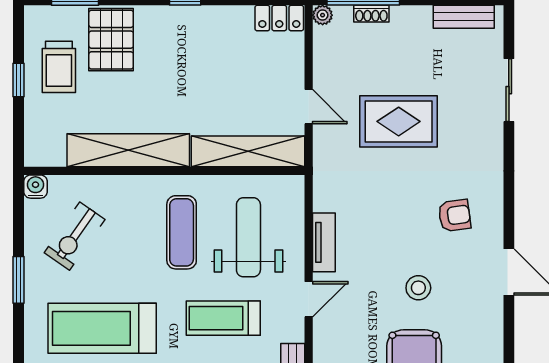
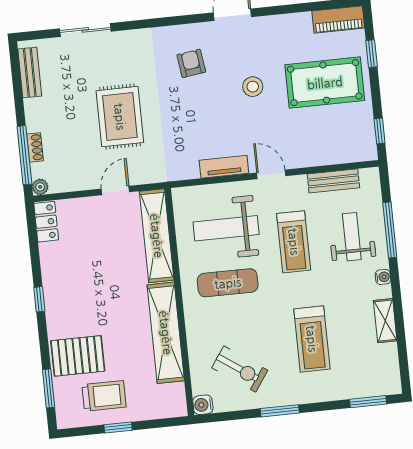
treadmill: (102, 328) -> (312, 339), width x0.73, depth x0.73

